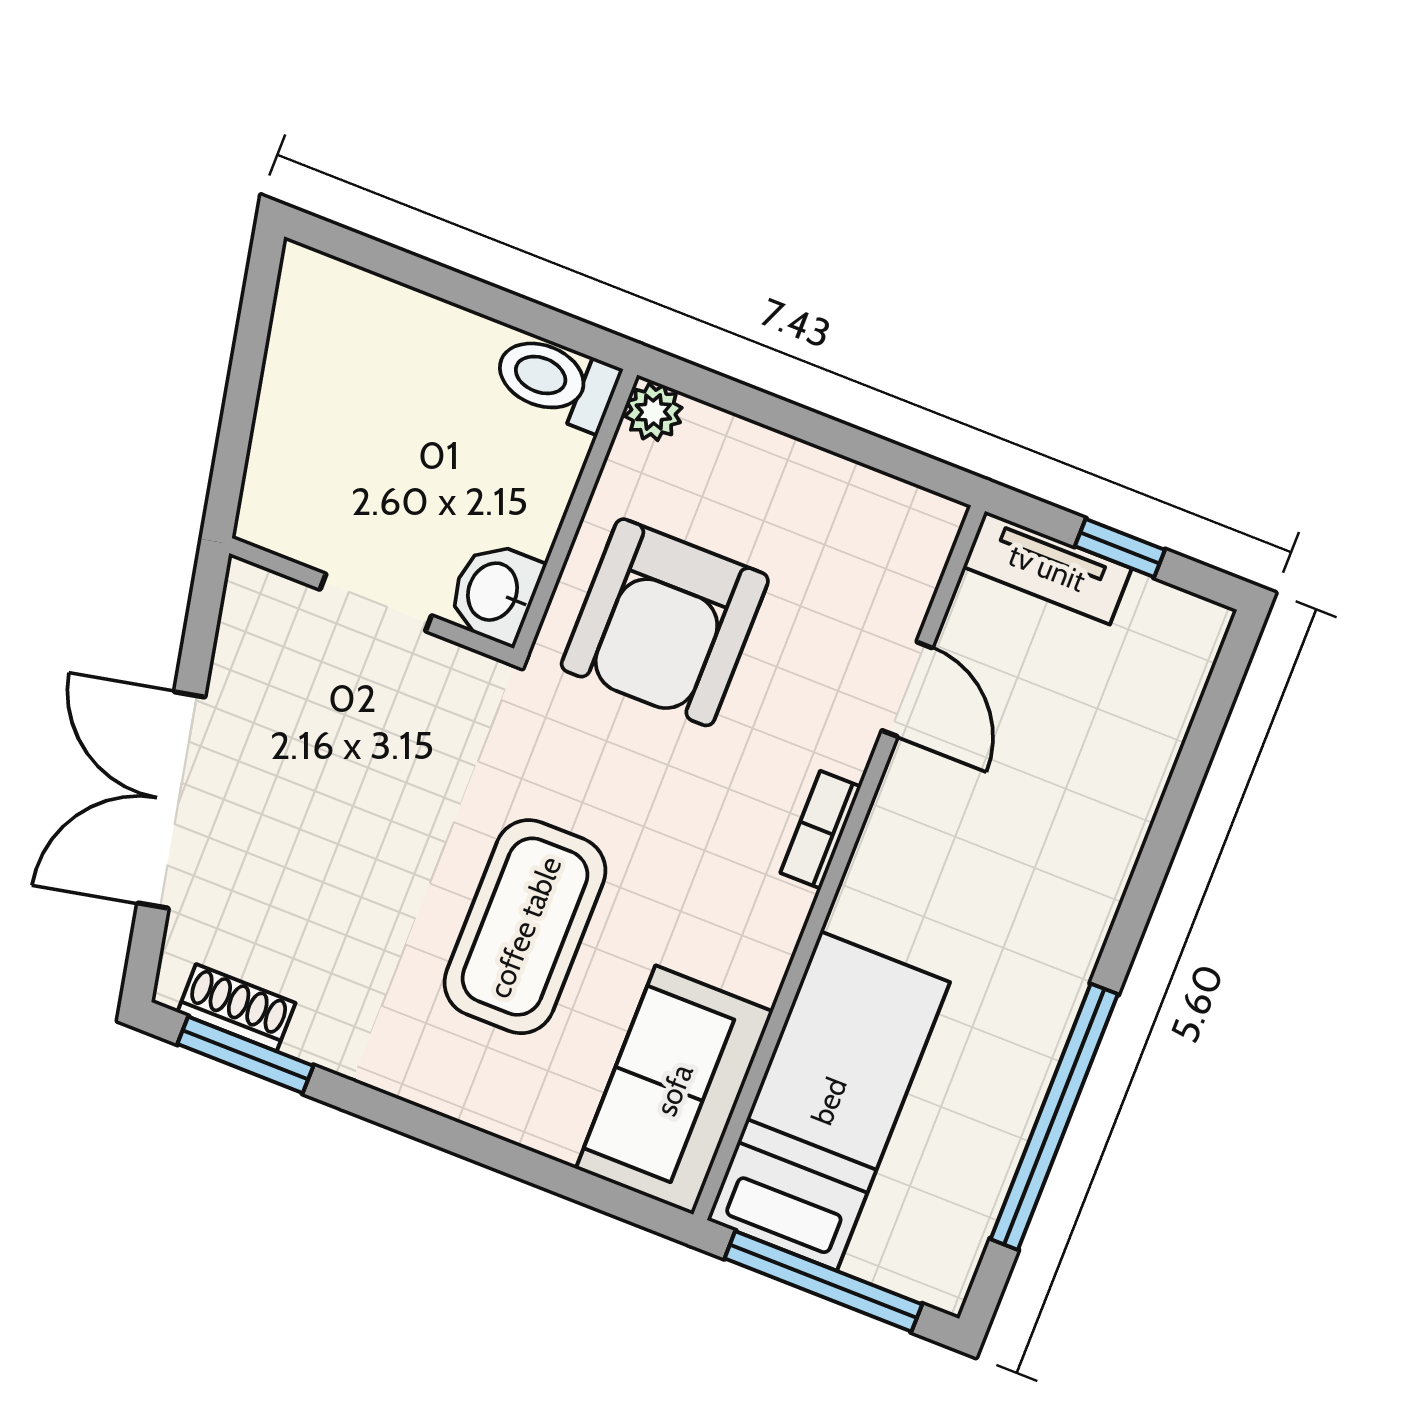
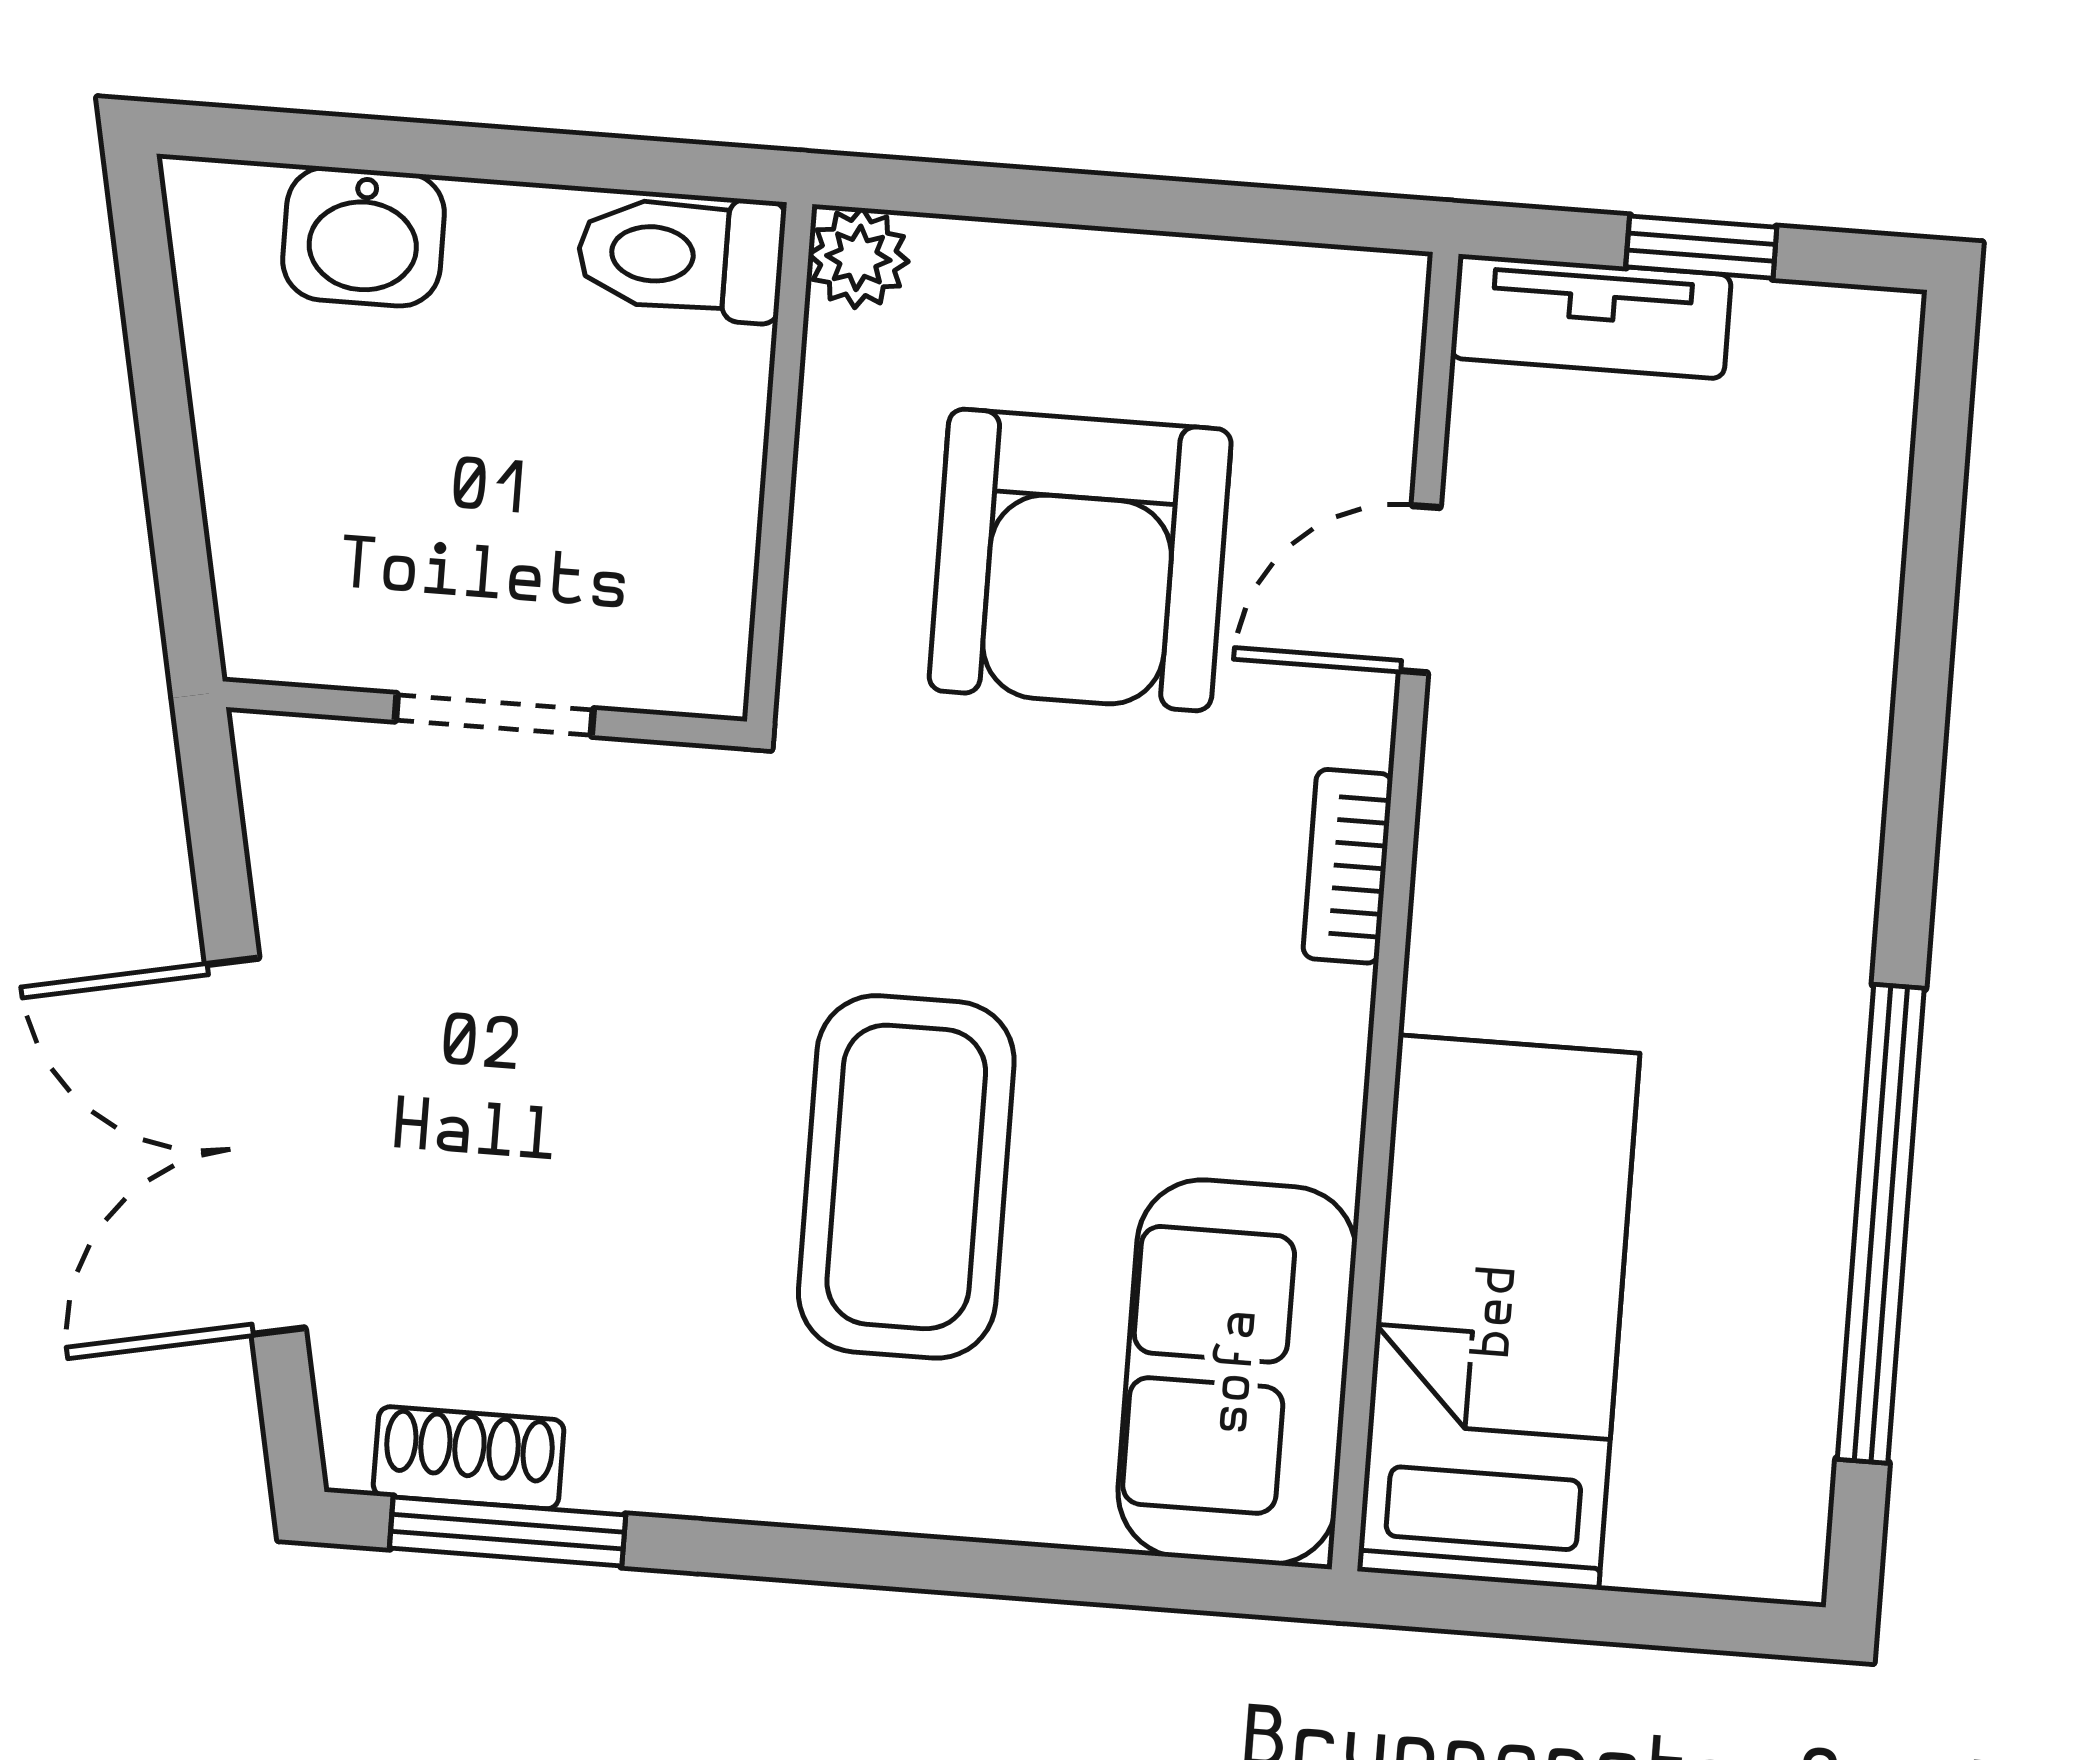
washbasin: (495, 592) -> (363, 237), moved, turned -90
armchair: (665, 622) -> (1080, 560), moved
door: (907, 689) -> (1420, 589), swing flipped
window: (823, 1281) -> (1581, 1614), removed

